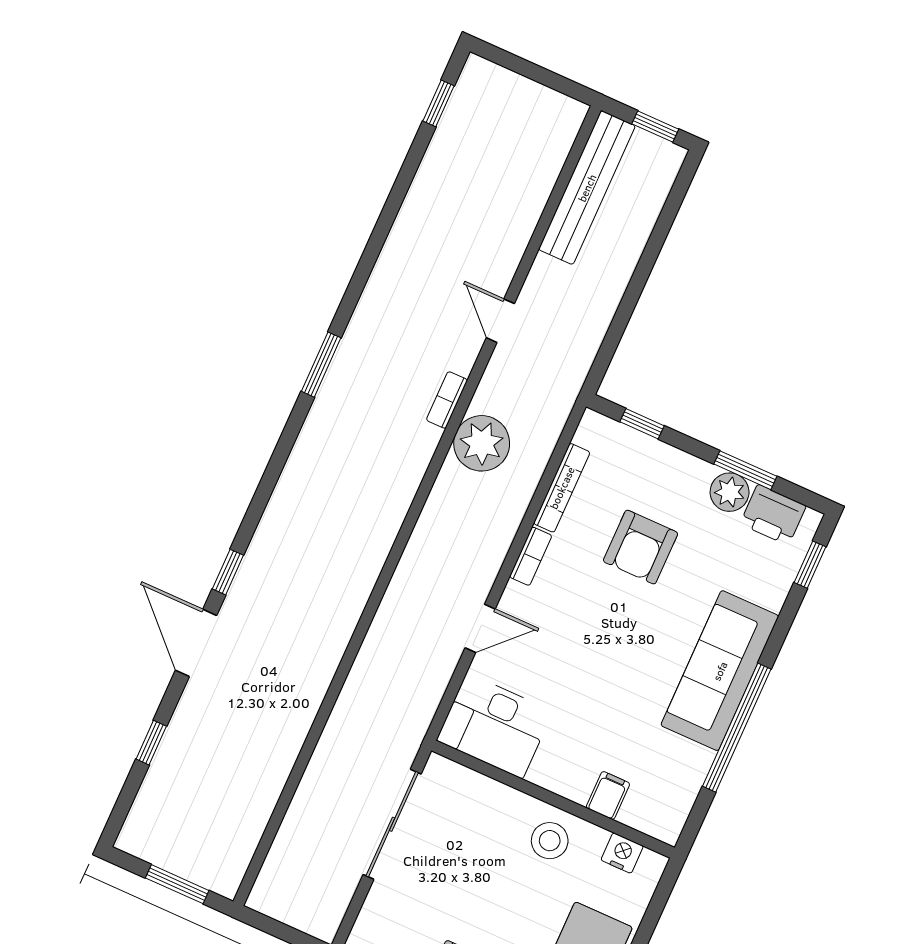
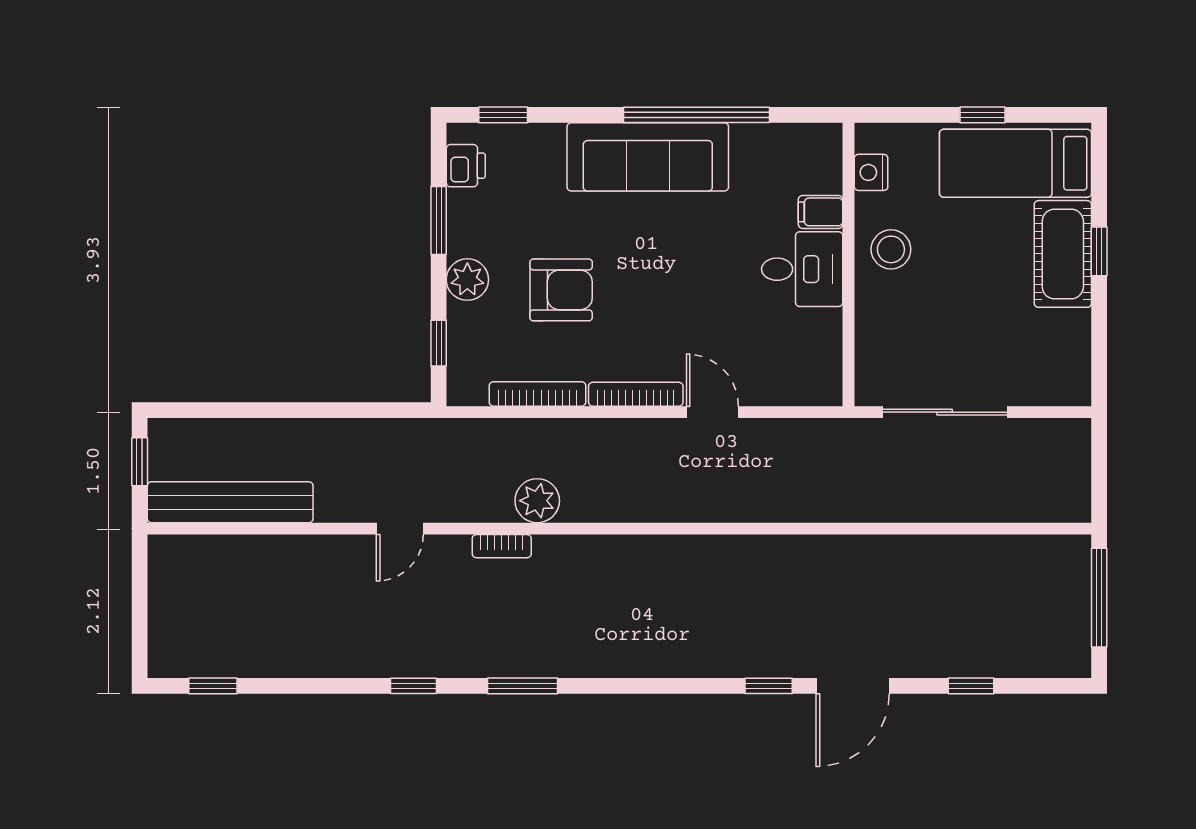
window: (363, 273) -> (413, 686), added
plant: (482, 443) -> (537, 501), width x0.73, depth x0.73
plant: (730, 492) -> (467, 280), moved
printer: (773, 515) -> (466, 166), width x0.73, depth x0.81
bookcase: (531, 556) -> (636, 394), width x1.56
desk: (494, 726) -> (802, 269), moved, width x0.73
window: (177, 884) -> (1099, 598), width x1.44

